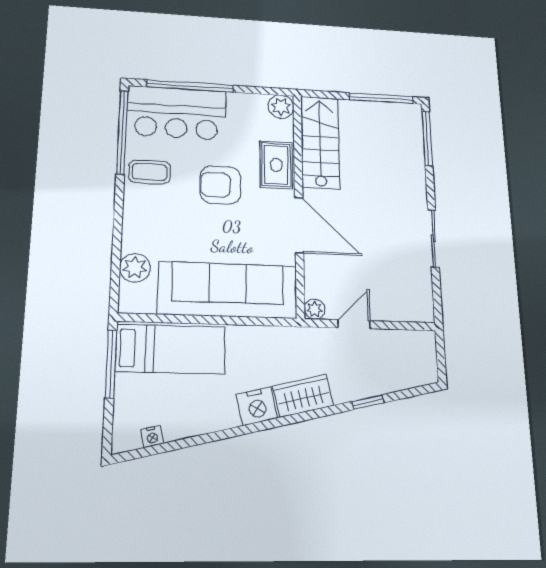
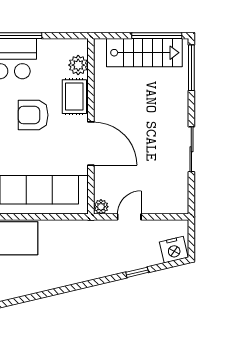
plant: (281, 107) -> (78, 65), moved
stairs: (320, 142) -> (144, 53), moved, turned 90
wardrobe: (303, 396) -> (92, 269), removed
nightstand: (257, 406) -> (174, 250), moved

